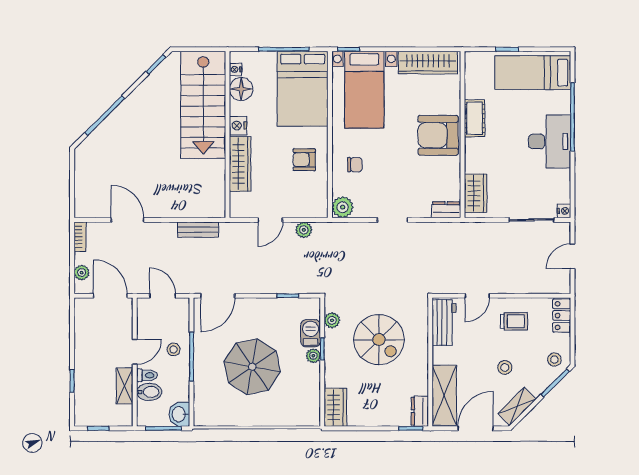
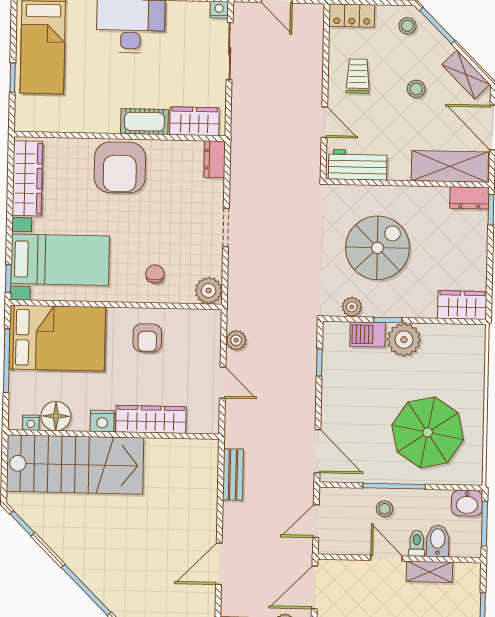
cot: (475, 118) -> (144, 122), moved
plant: (313, 356) -> (404, 340), width x1.88, depth x1.88
parasol: (252, 367) -> (428, 432), moved

